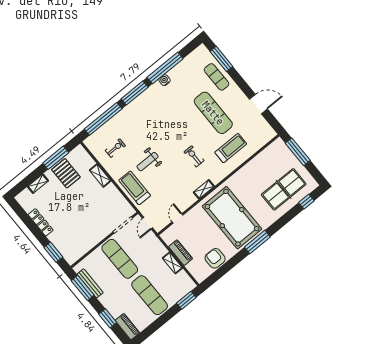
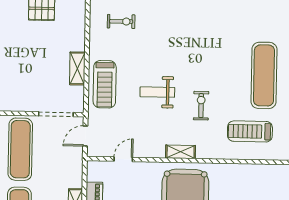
treadmill: (231, 148) -> (250, 131), turned 180
weight bench: (148, 162) -> (157, 92), moved
shelving: (100, 176) -> (77, 68), moved
treadmill: (135, 188) -> (105, 84), turned 180

